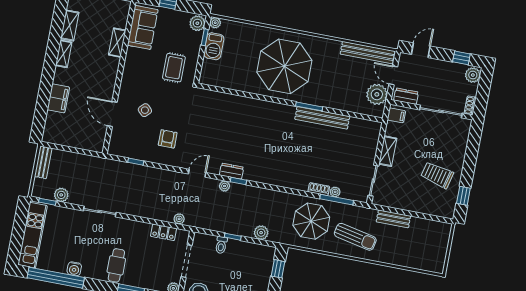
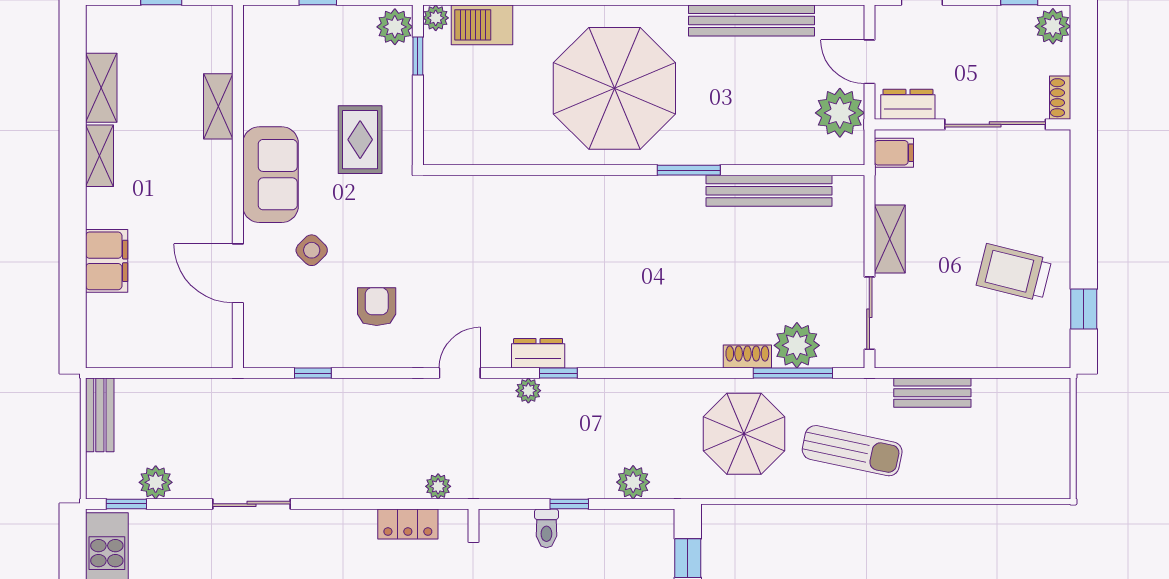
sofa: (143, 27) -> (271, 175), moved
barbecue: (214, 46) -> (482, 25), moved, turned 90
bench: (368, 53) -> (751, 21), moved
bench: (322, 118) -> (769, 191), moved
plant: (335, 192) -> (797, 345), width x1.87, depth x1.87

